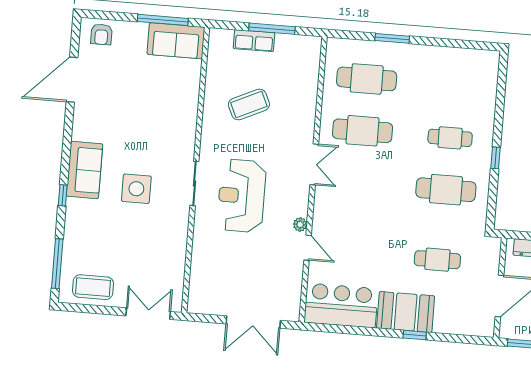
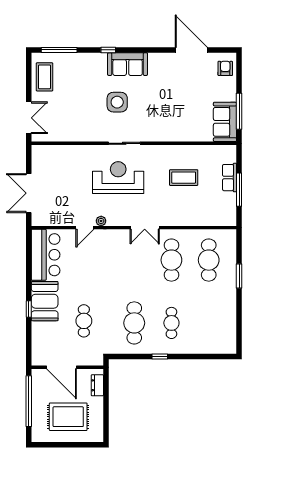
armchair: (101, 34) -> (225, 68), turned 90
coffee table: (249, 105) -> (184, 178), turned -65

